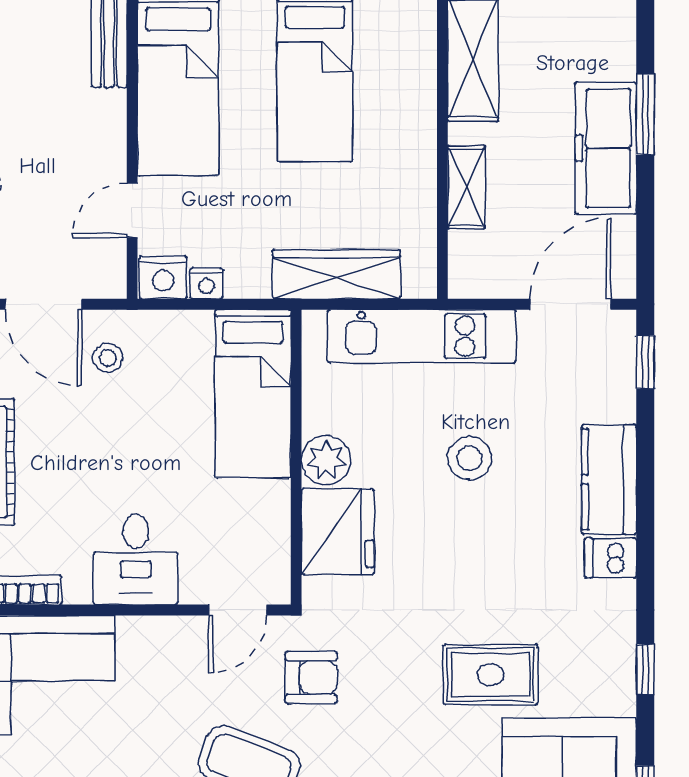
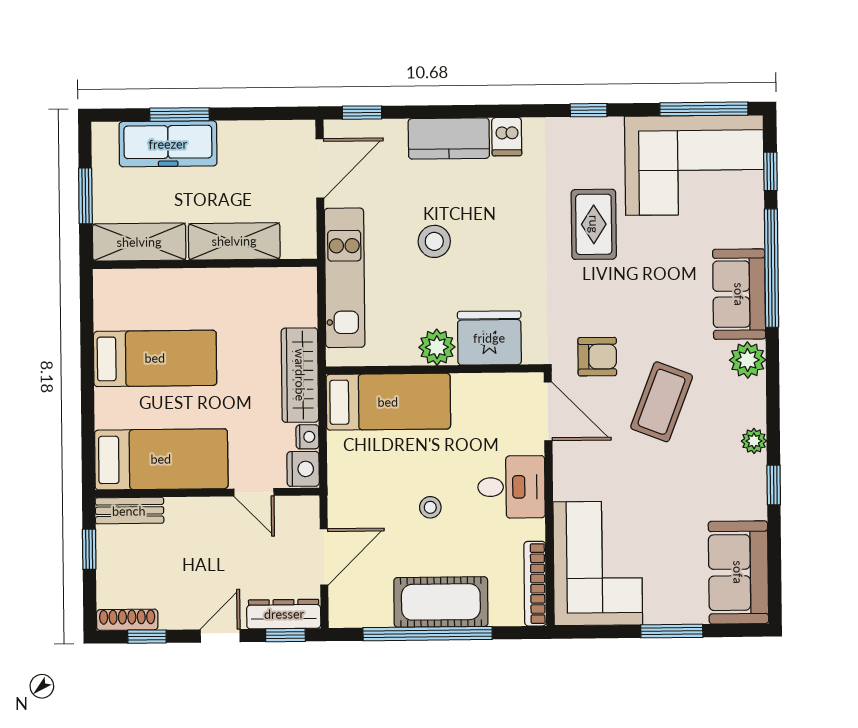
freezer: (606, 148) -> (168, 144), moved
shelving: (466, 187) -> (234, 241), width x1.50, depth x1.33
wardrobe: (336, 274) -> (300, 375), moved
door: (570, 304) -> (320, 168), swing flipped
stool: (108, 358) -> (430, 507), moved
door: (238, 610) -> (548, 411), width x1.38
armchair: (311, 678) -> (597, 357), turned 90

